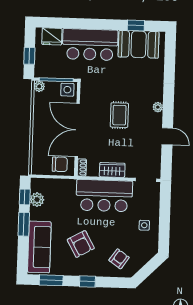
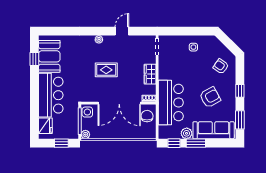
bar counter: (104, 196) -> (171, 103), moved
plant: (37, 200) -> (187, 133), moved

